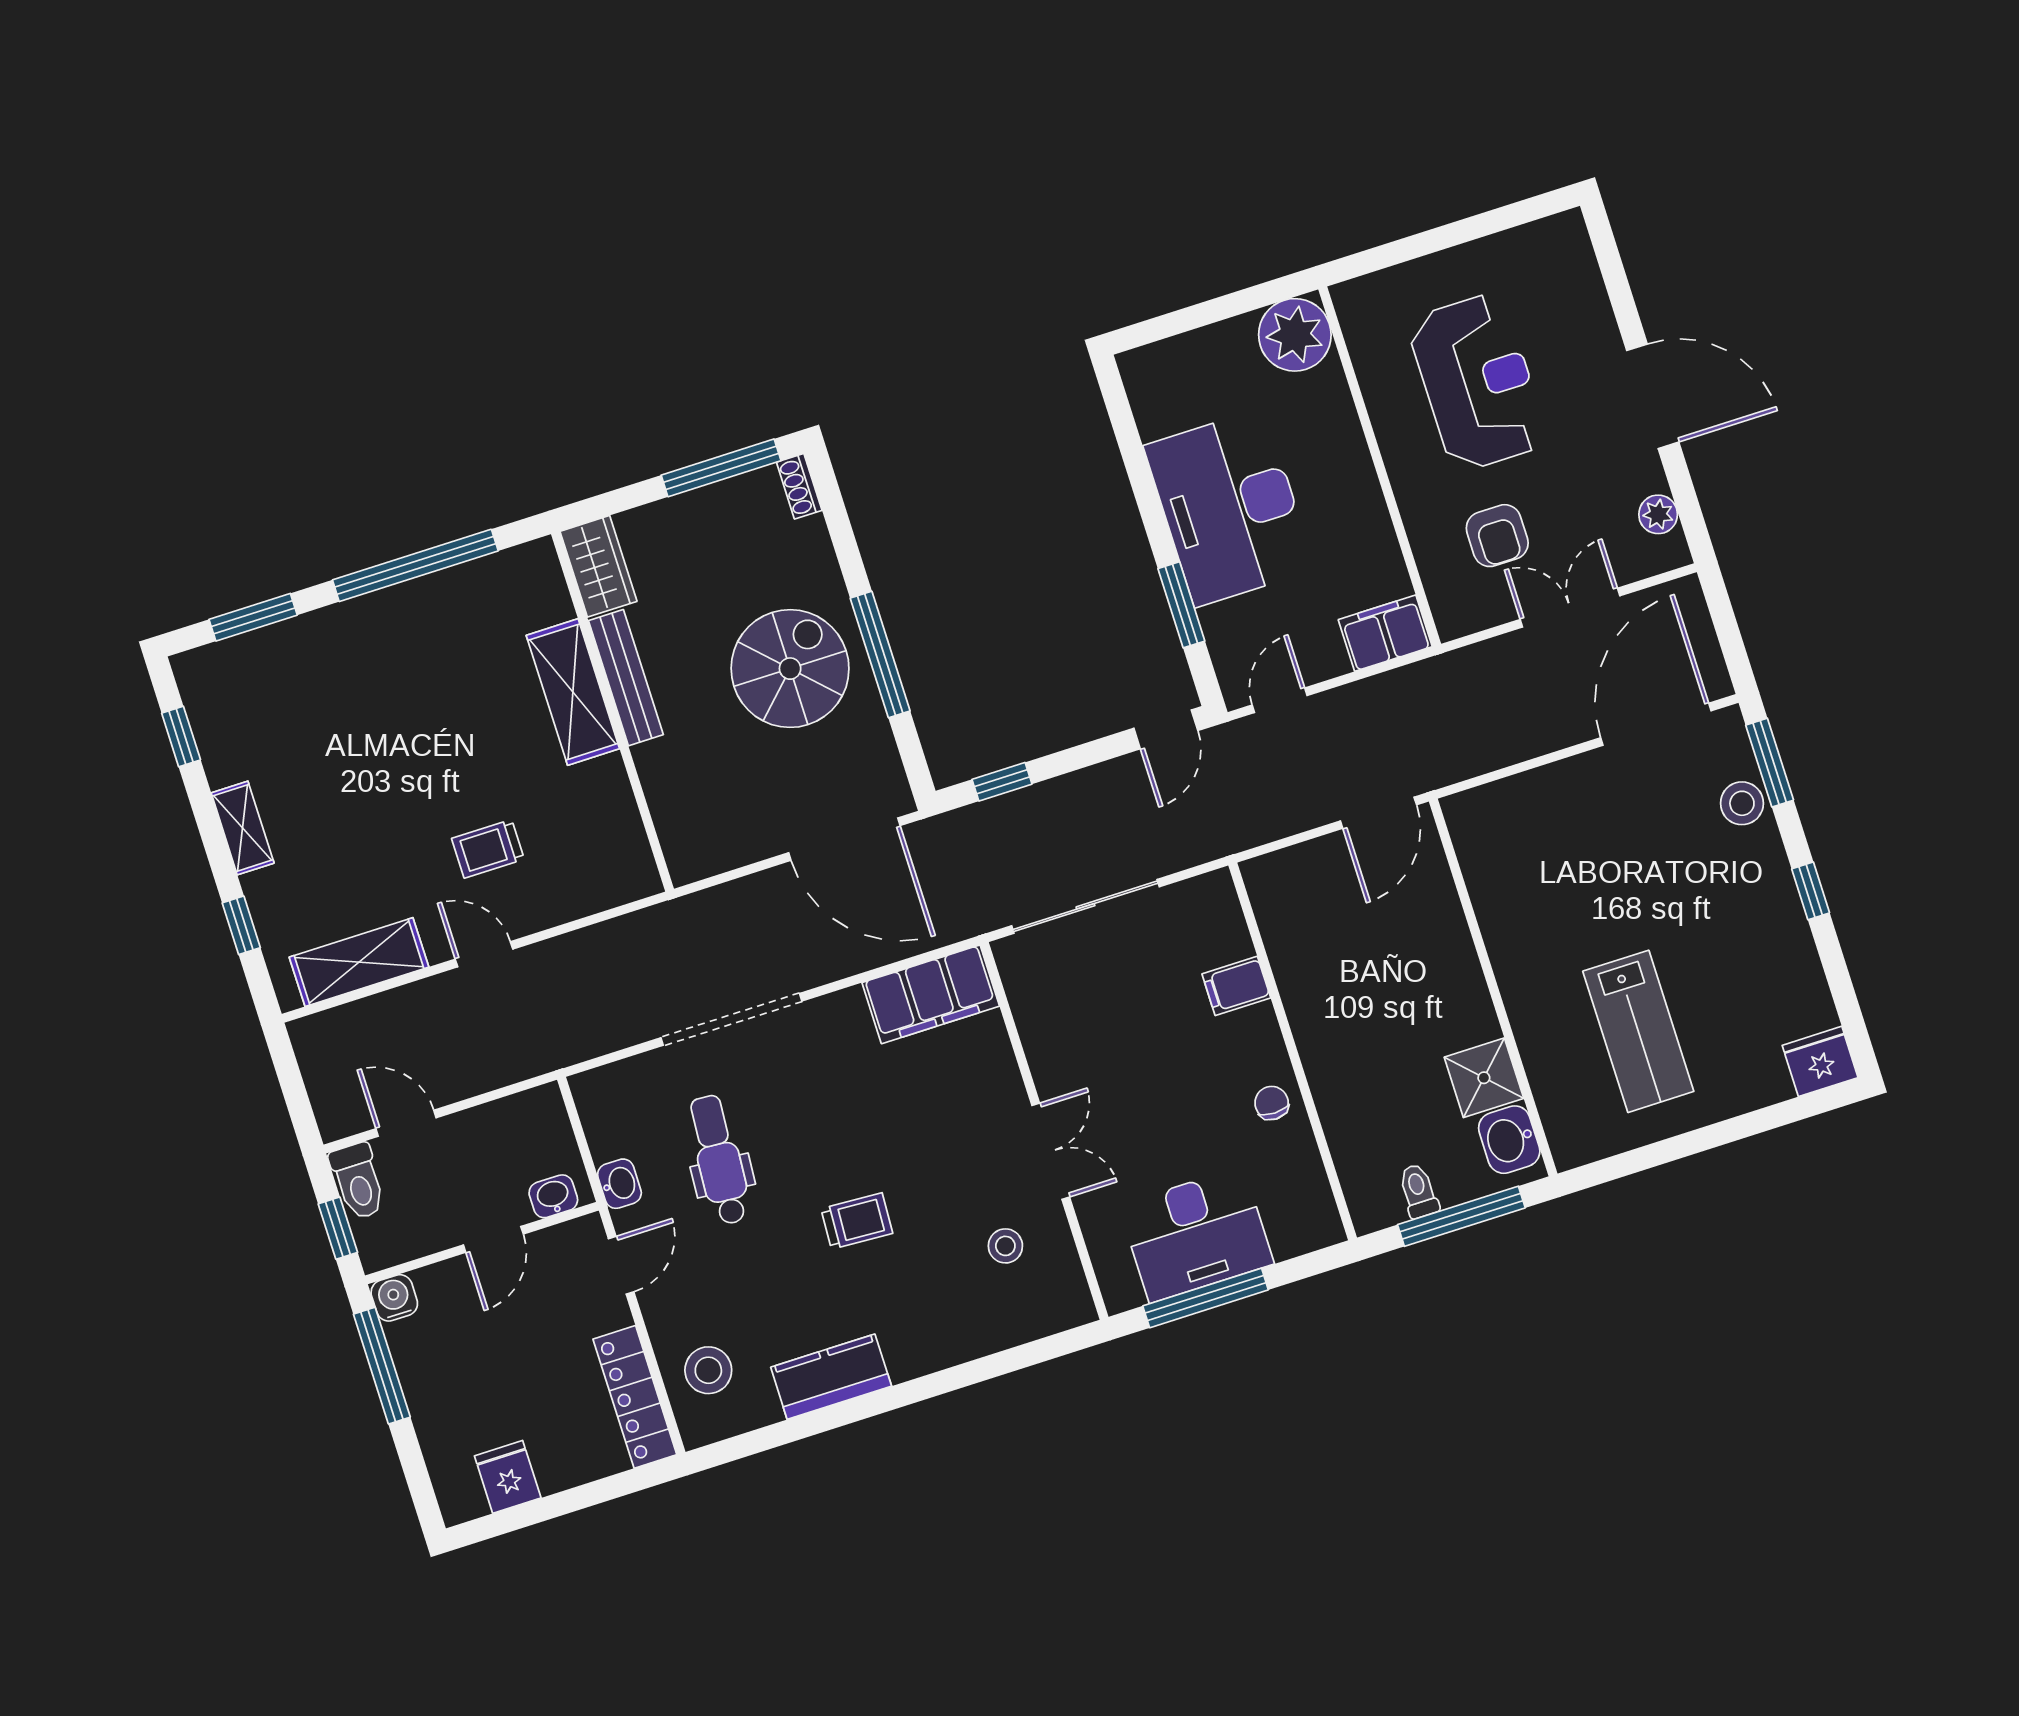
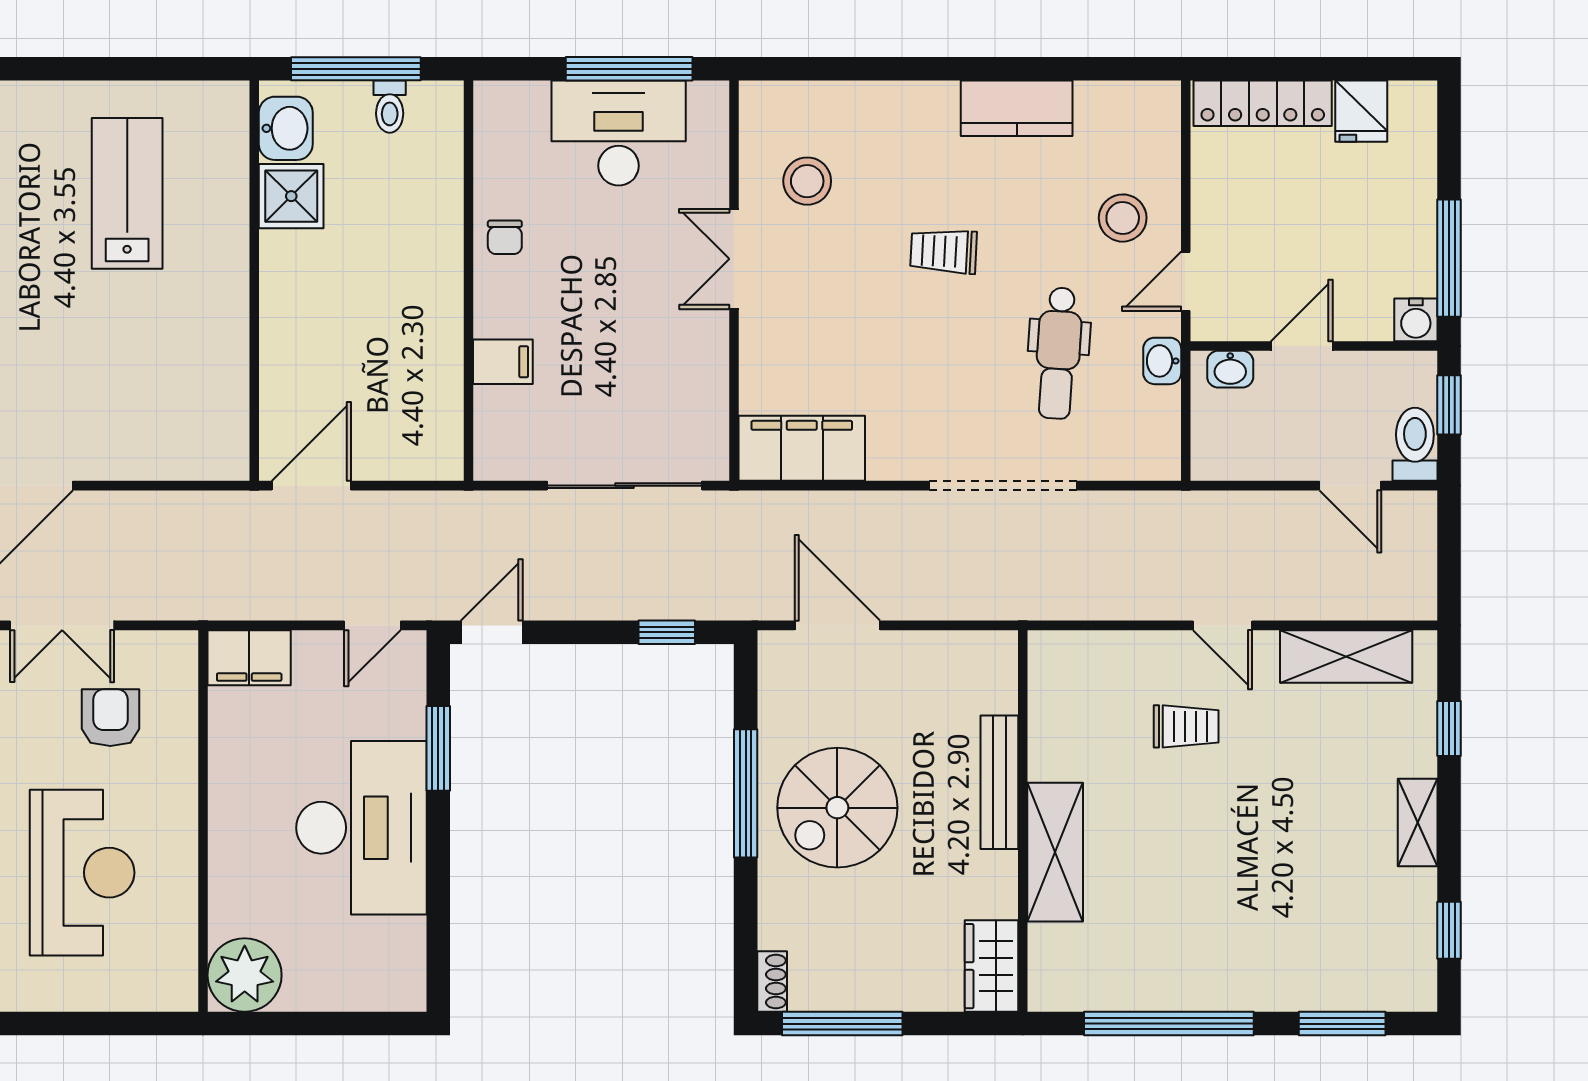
reception desk: (1478, 382) -> (82, 873), turned 180
bench: (626, 678) -> (999, 782), moved
door: (844, 839) -> (837, 625), width x0.73
stool: (1005, 1246) -> (807, 181), width x1.37, depth x1.37
stool: (708, 1370) -> (1123, 218), moved
locker: (635, 1397) -> (1263, 103), moved, turned 90

